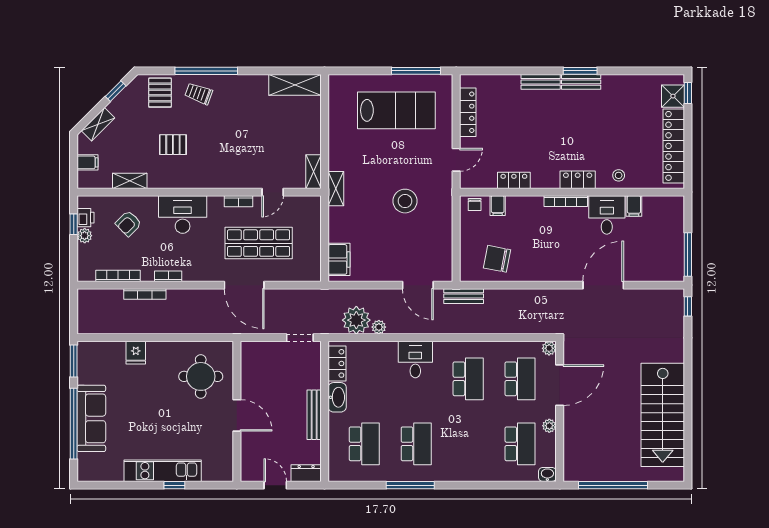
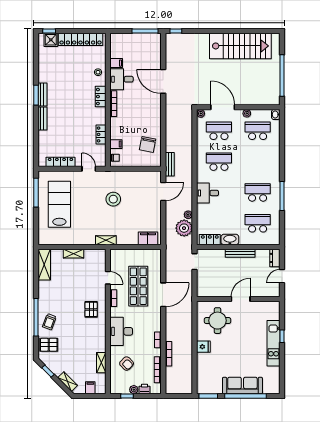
pallet: (173, 145) -> (91, 309), moved
shelving: (313, 172) -> (73, 254), moved
printer: (86, 218) -> (144, 389), moved
fridge: (136, 353) -> (203, 347), moved

